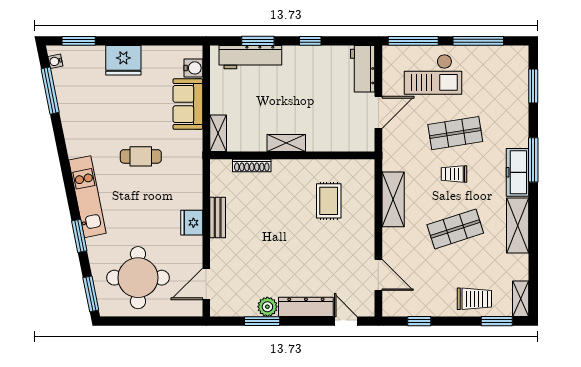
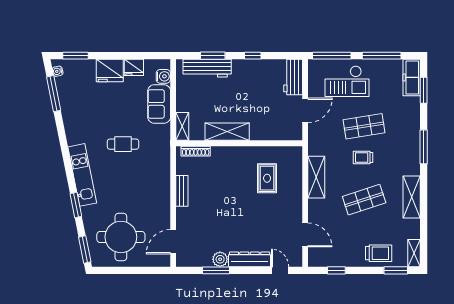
shelving: (286, 143) -> (227, 132), width x1.50, depth x1.33
shoe rack: (252, 165) -> (196, 151), moved
freezer: (517, 172) -> (412, 77), moved
fridge: (192, 223) -> (134, 67), moved, turned -90

